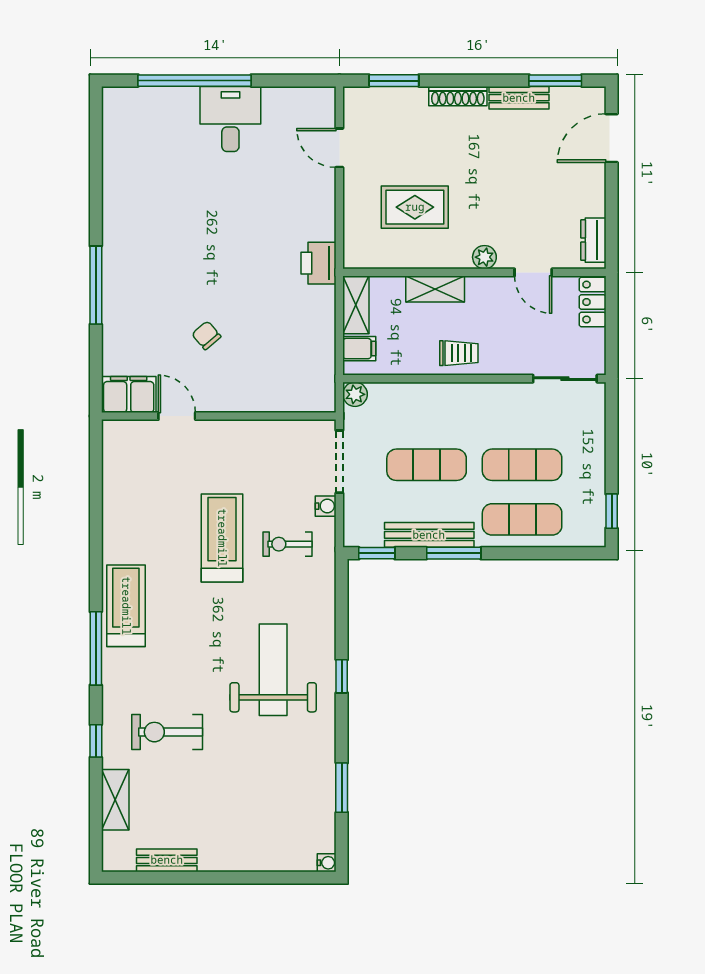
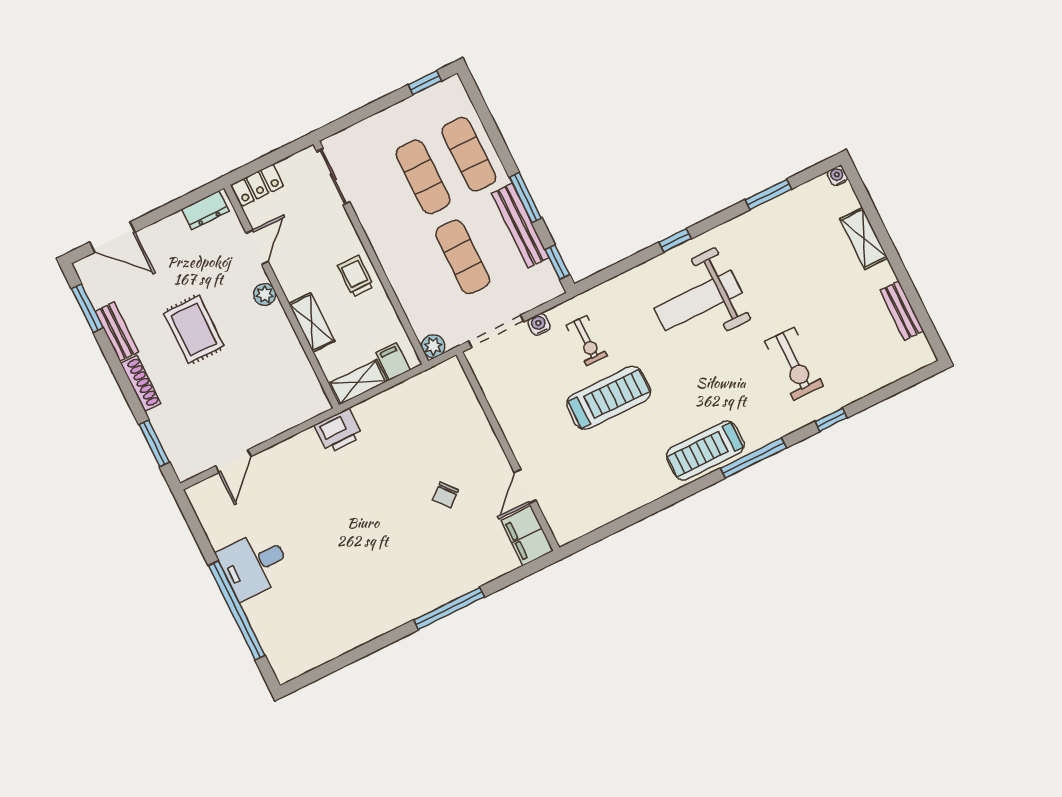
rug: (415, 207) -> (194, 329), moved
treadmill: (222, 538) -> (609, 398), turned 180
shelving: (115, 800) -> (864, 238), moved, turned 90

